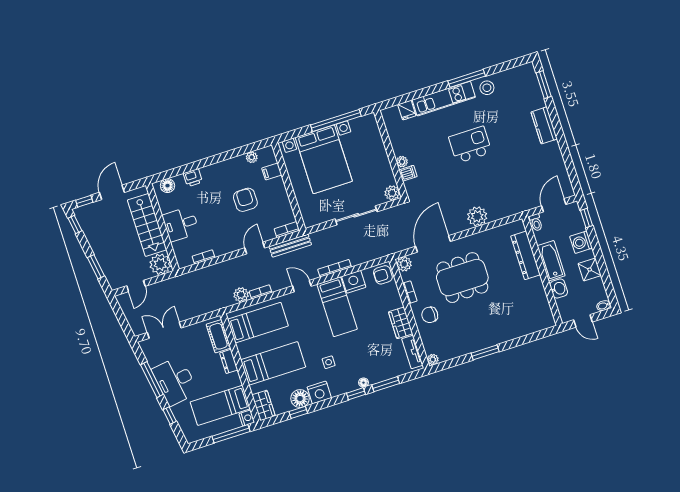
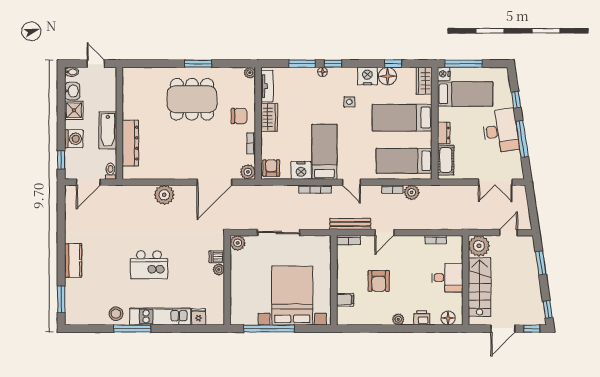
plant: (252, 157) -> (398, 319), moved
armchair: (383, 275) -> (271, 168), turned -90
dining table: (462, 278) -> (192, 99), moved
washbasin: (559, 289) -> (72, 91), moved, turned 180

